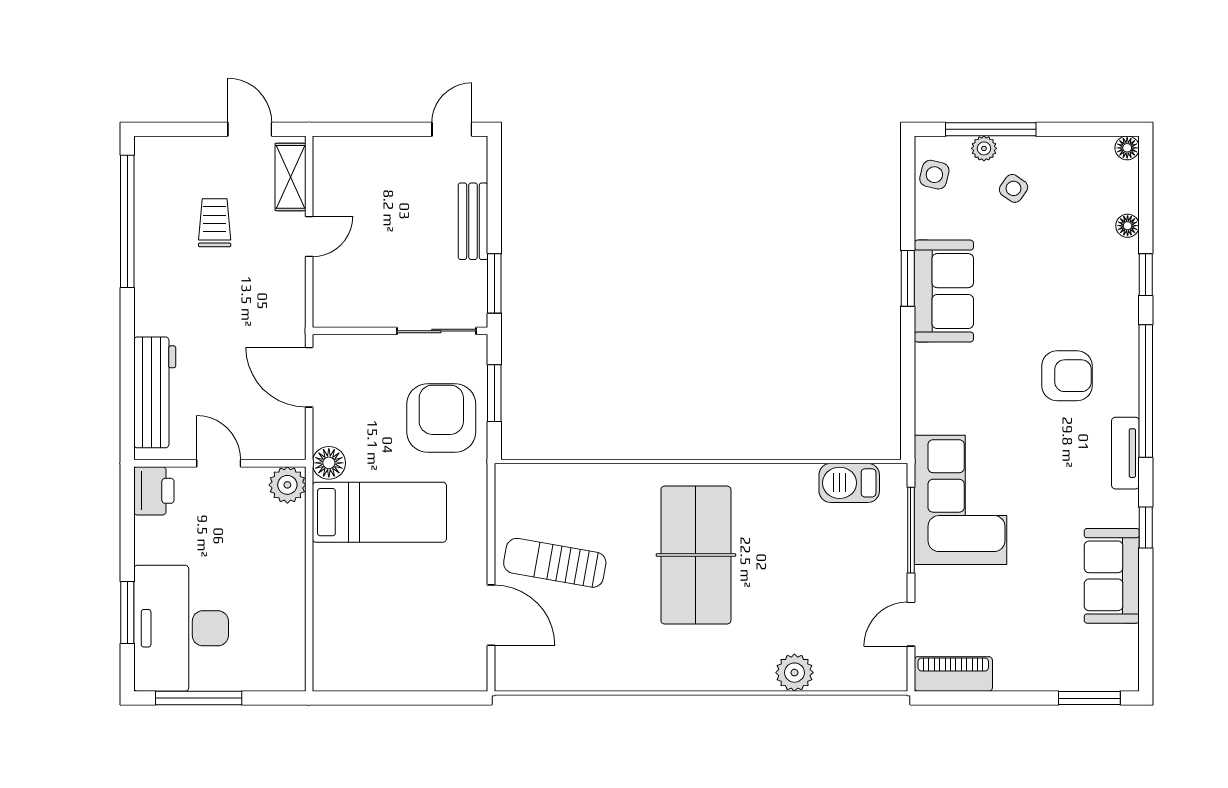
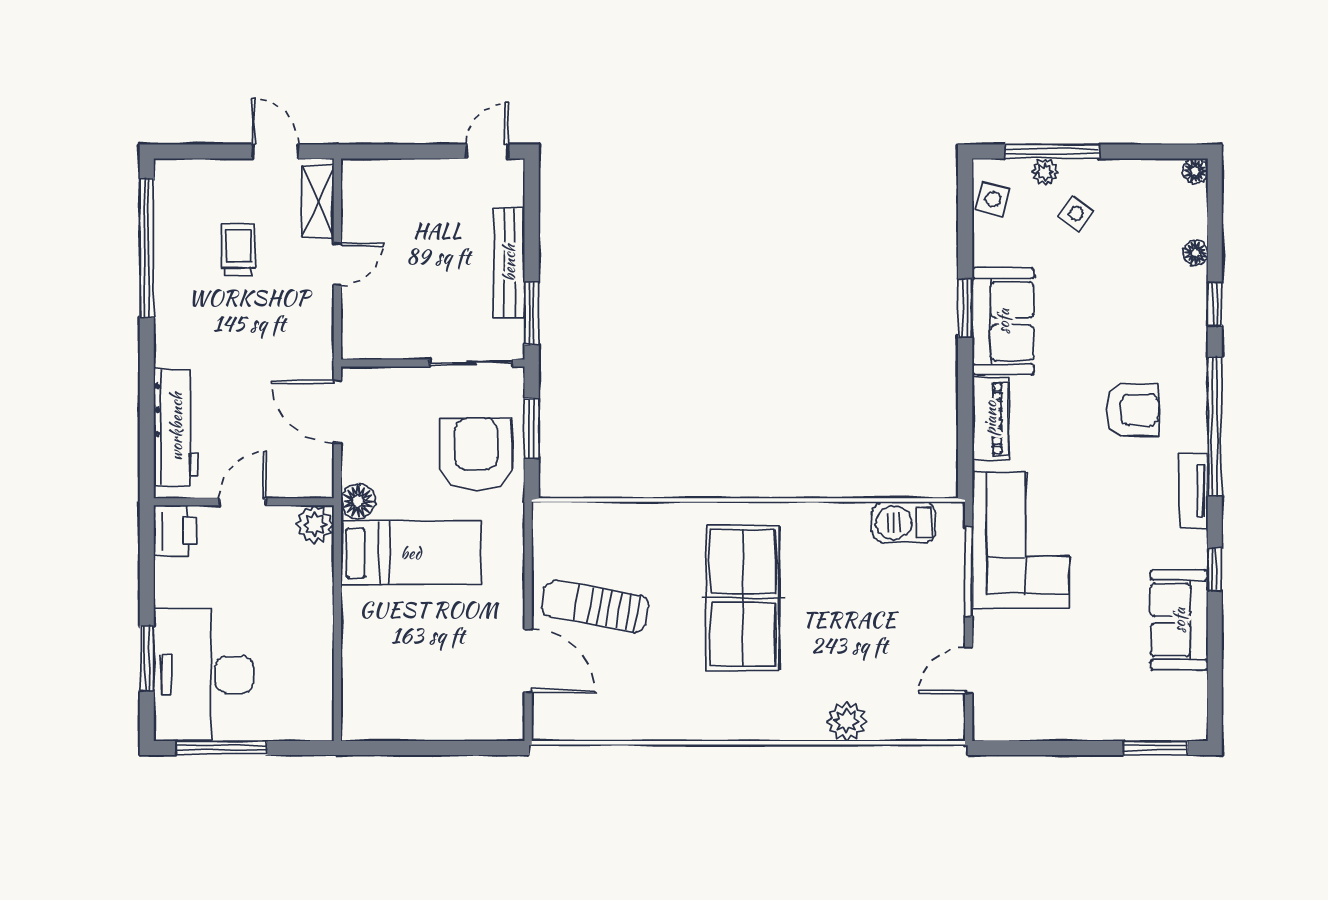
bench: (473, 221) -> (509, 263), width x1.36
door: (219, 463) -> (243, 502), hinge flipped
piano: (953, 674) -> (990, 418), moved, turned 90

